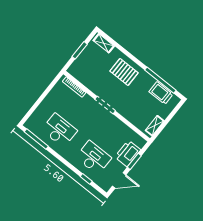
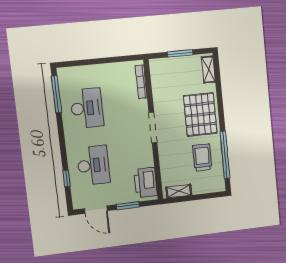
pallet: (124, 72) -> (200, 115), width x1.37, depth x1.41
trolley: (161, 93) -> (202, 158), moved
printer: (128, 153) -> (146, 183), moved, turned -90

